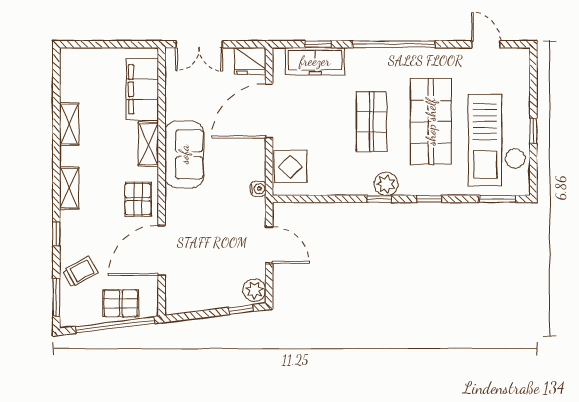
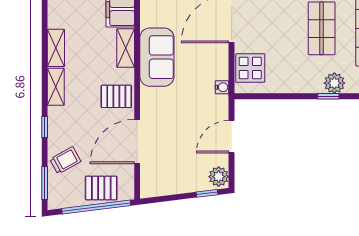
shelving: (69, 124) -> (56, 48), moved
pallet: (138, 199) -> (116, 96), turned 90
door: (269, 245) -> (232, 137), swing flipped

